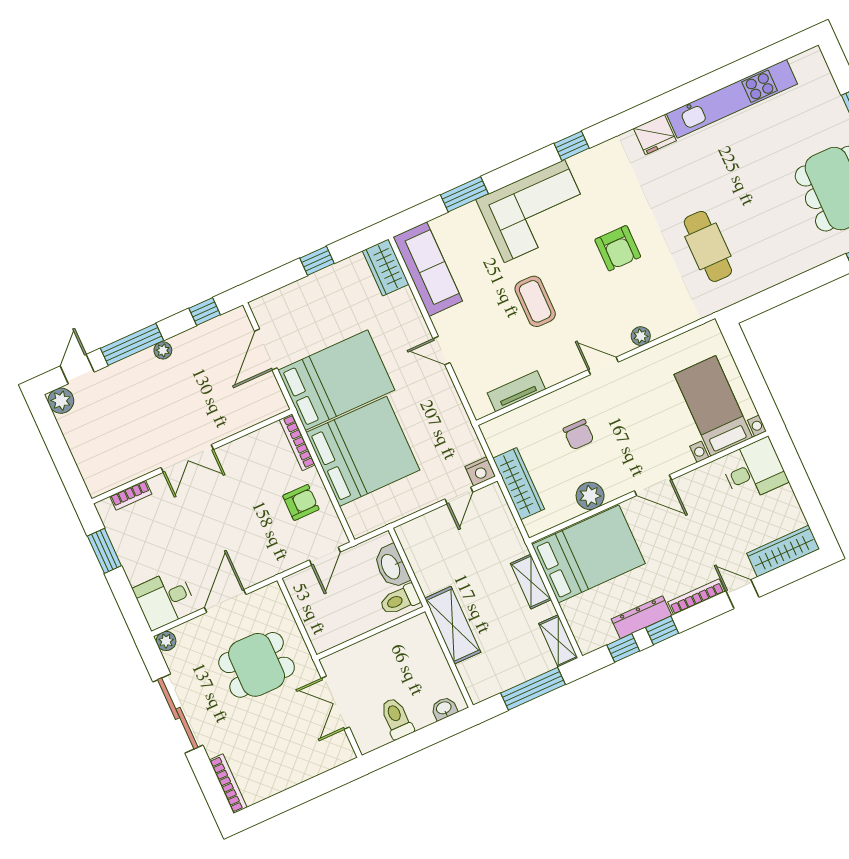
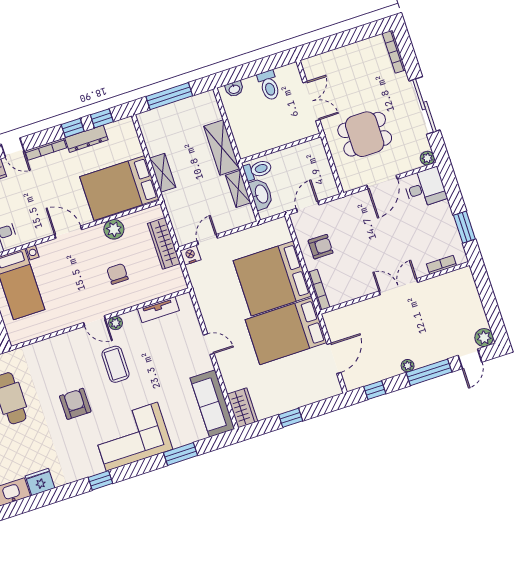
coffee table: (535, 301) -> (115, 364), moved
plant: (641, 336) -> (116, 323), moved
armchair: (301, 502) -> (321, 247), turned 180
shelving: (558, 641) -> (238, 189), moved

